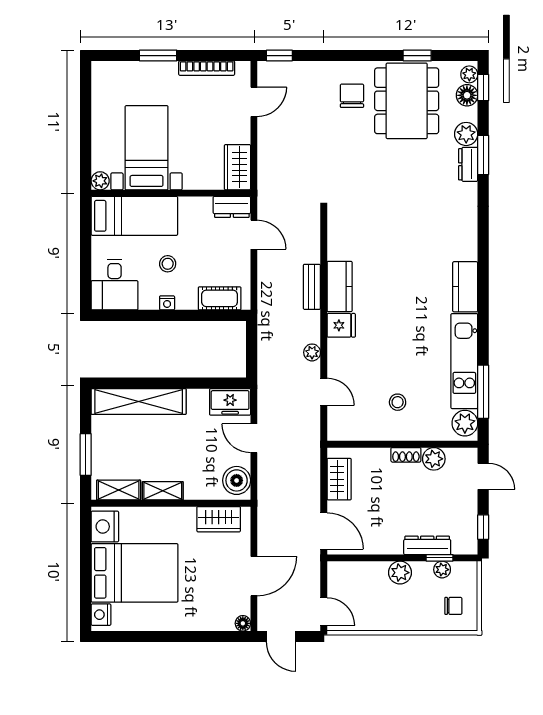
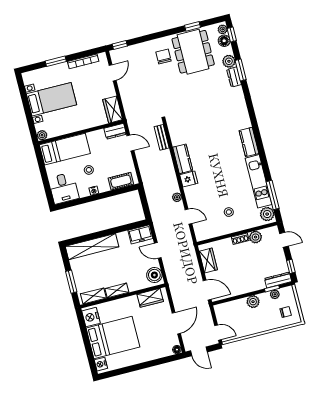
bed with nightstands: (147, 148) -> (51, 99), moved, turned 90
bench: (312, 287) -> (162, 137), moved
dresser: (427, 545) -> (278, 280), moved

